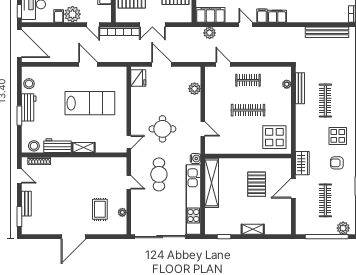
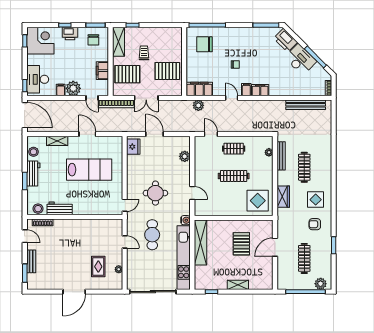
shelving: (84, 148) -> (57, 141), moved
wardrobe: (302, 163) -> (283, 197), moved

